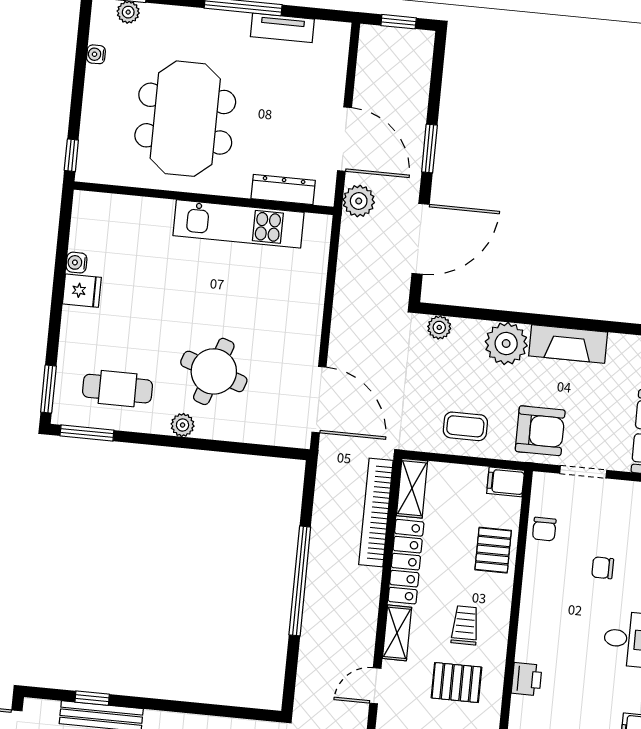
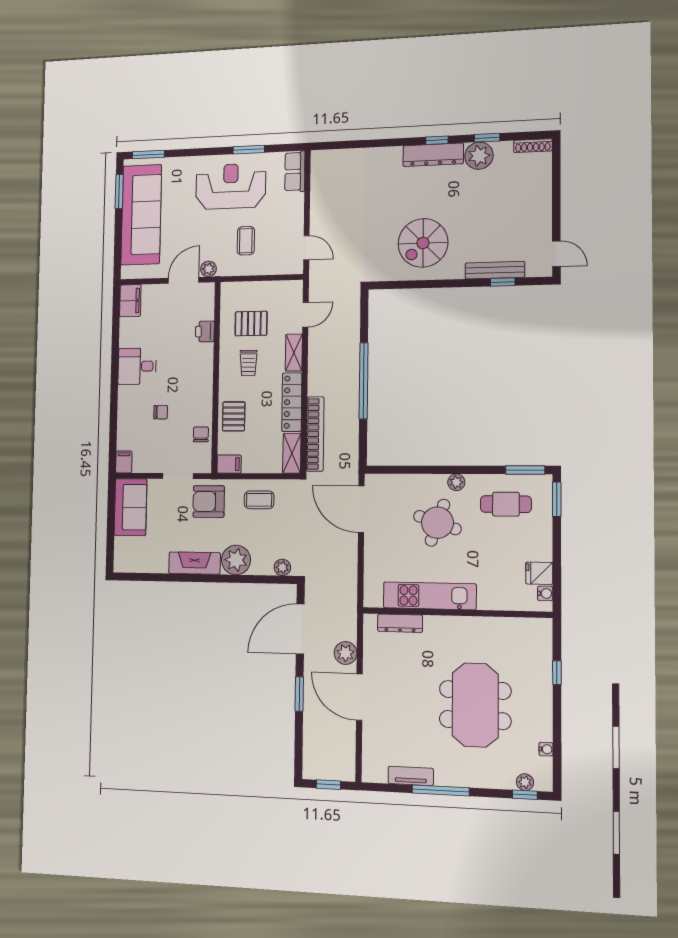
dresser: (283, 189) -> (400, 623), moved
wall: (204, 198) -> (457, 613), moved
kitchen unit: (239, 224) -> (430, 596), moved

